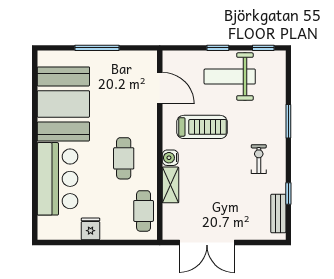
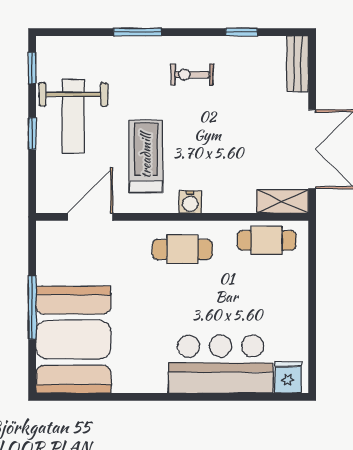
booth: (63, 104) -> (73, 340), moved, turned 90
cafe table: (124, 158) -> (182, 249), moved
shelving: (171, 185) -> (282, 202), moved
bench: (278, 213) -> (298, 64), moved, turned 90
fridge: (91, 229) -> (288, 377), moved, turned 90

